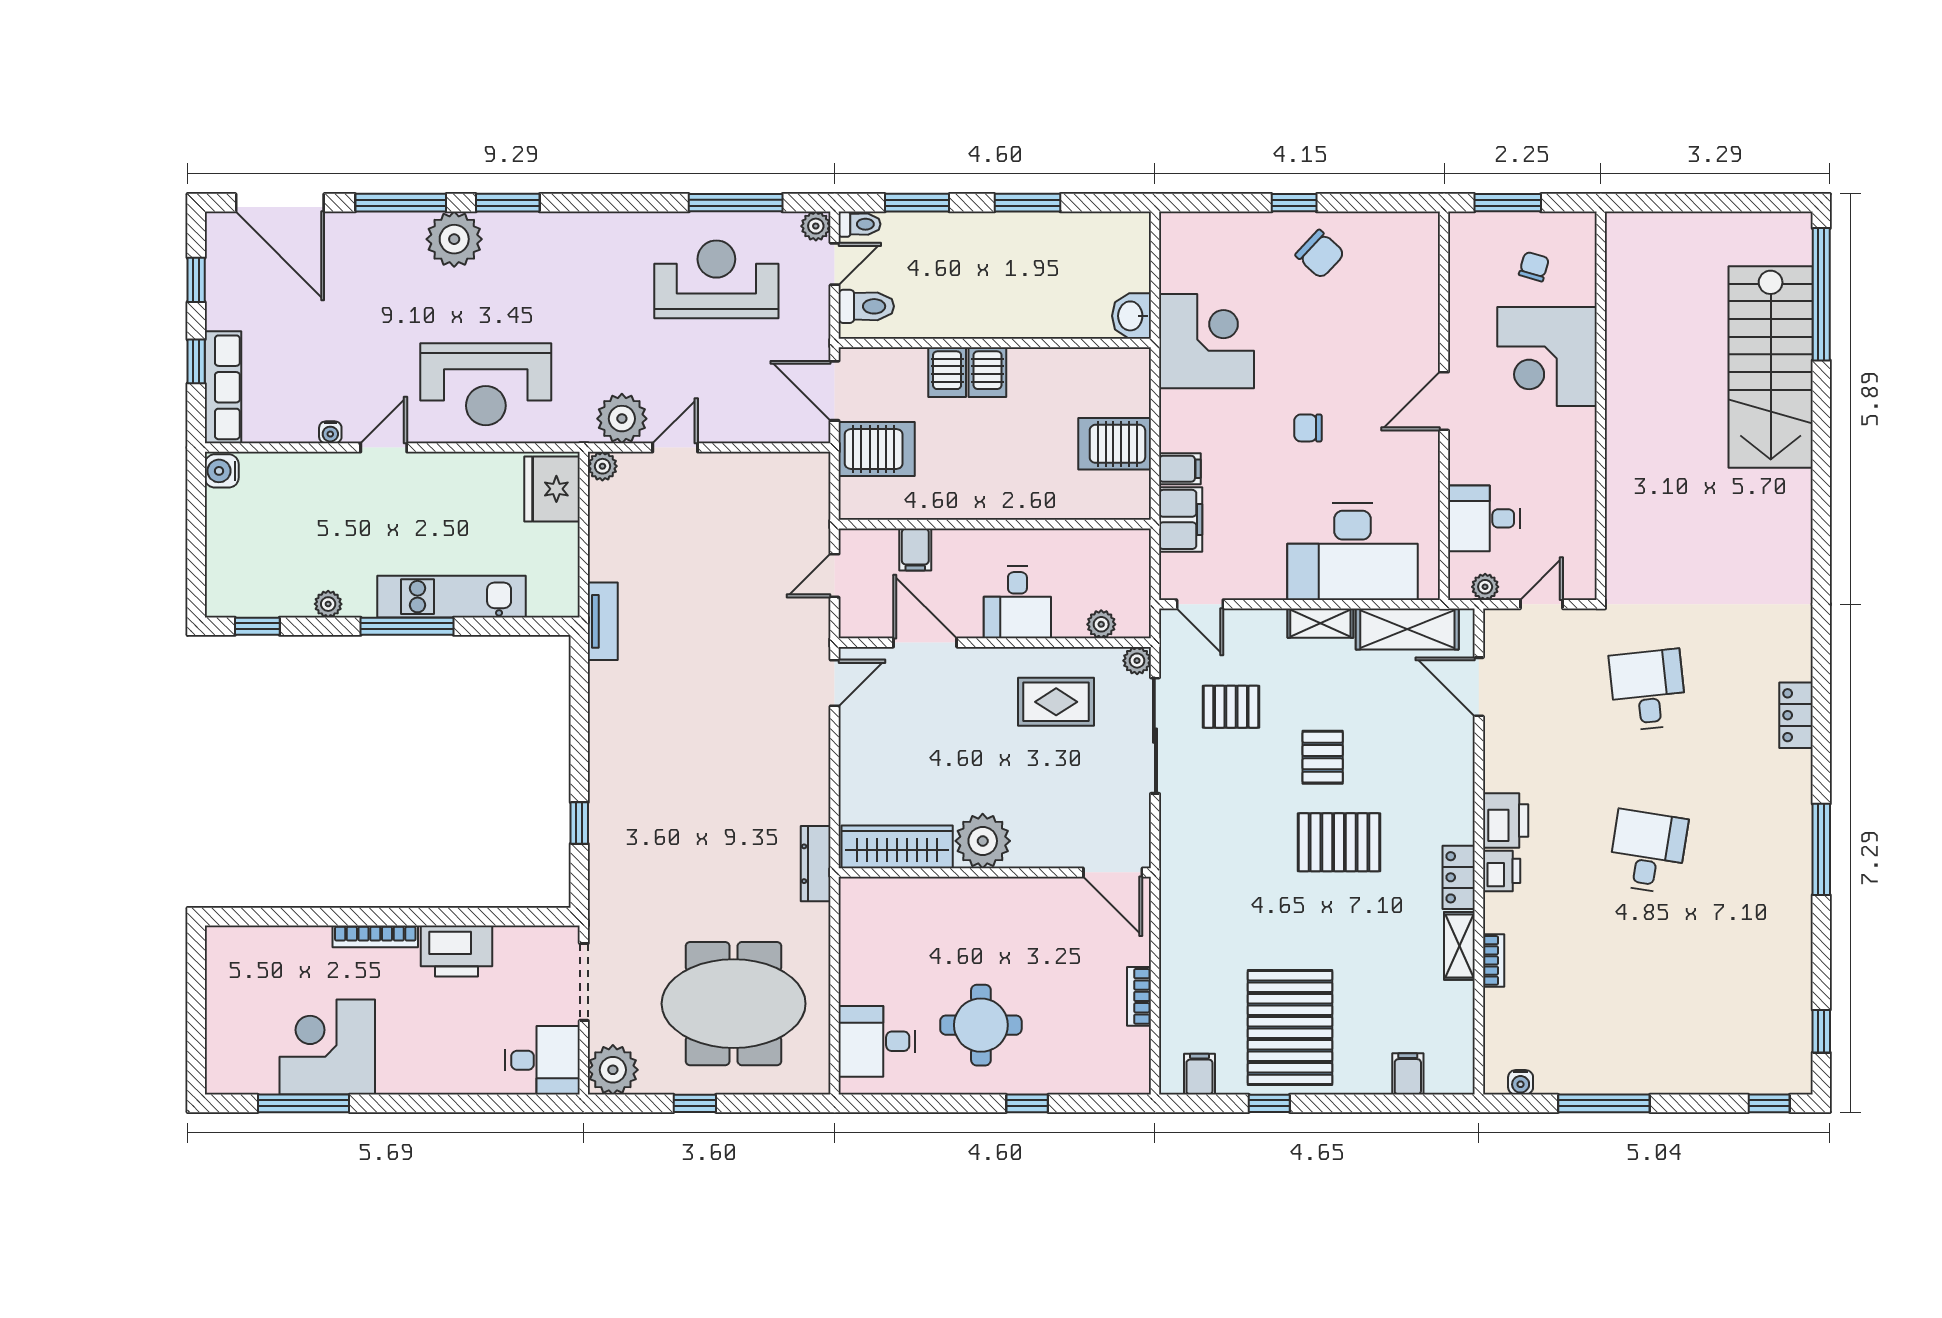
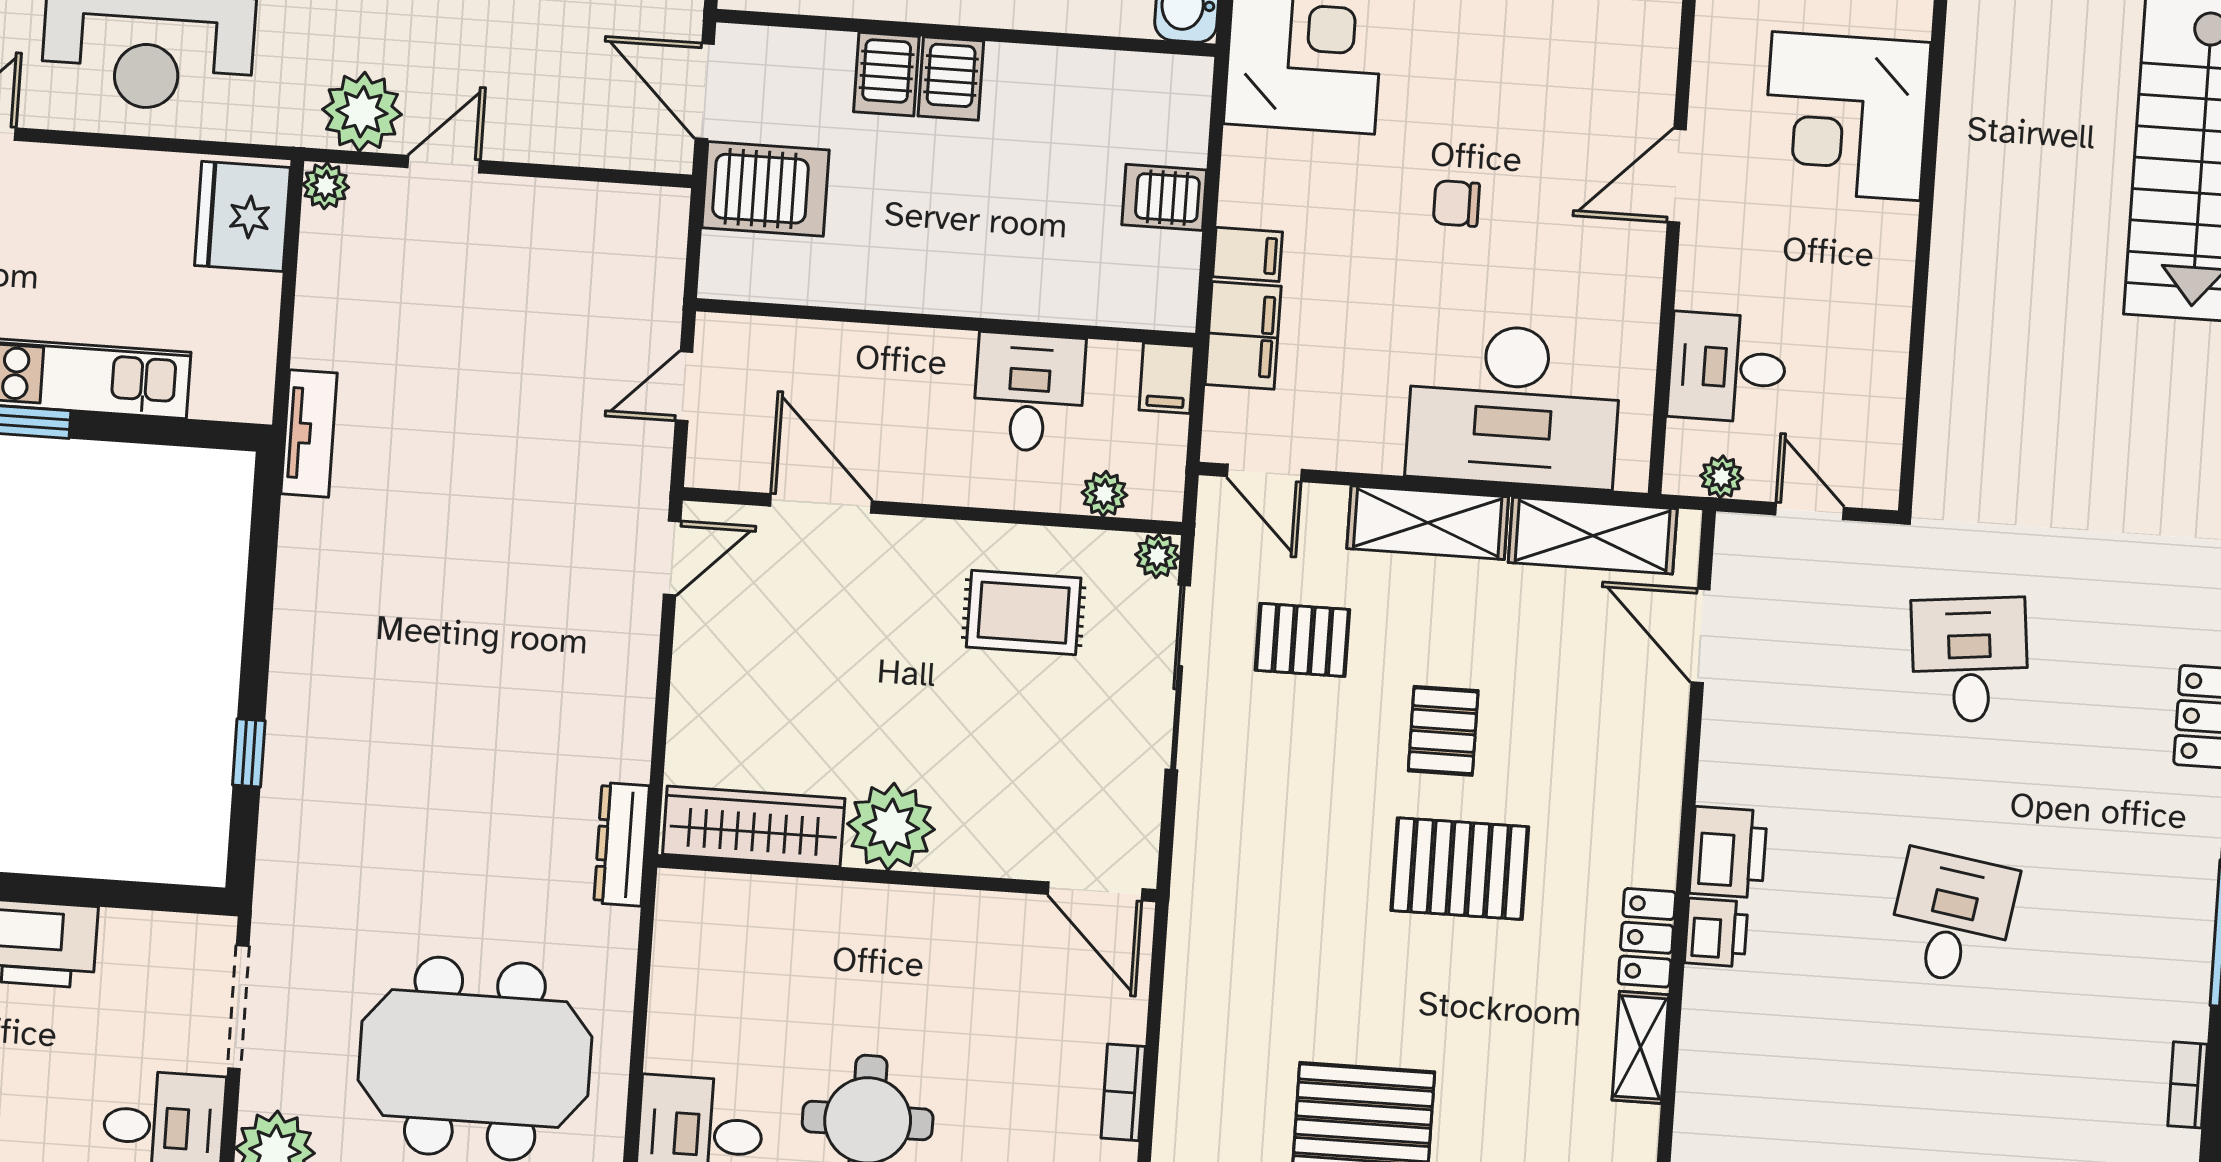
server rack: (1115, 444) -> (1164, 197), width x0.73, depth x0.70
filing cabinet: (915, 549) -> (1167, 378), moved
desk: (1017, 602) -> (1029, 393), moved, turned 180
door: (1541, 604) -> (1810, 511), hinge flipped
shelving: (1320, 623) -> (1428, 523), width x1.50, depth x1.33
bookcase: (1494, 960) -> (2188, 1085), moved, turned 180

